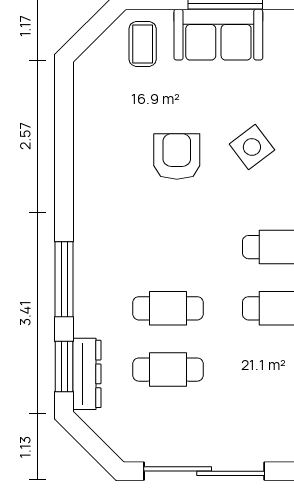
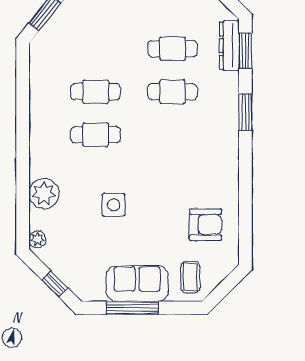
side table: (252, 147) -> (114, 205), turned 37
armchair: (177, 157) -> (206, 225), moved, turned -90
window: (64, 279) -> (245, 112), width x0.69

